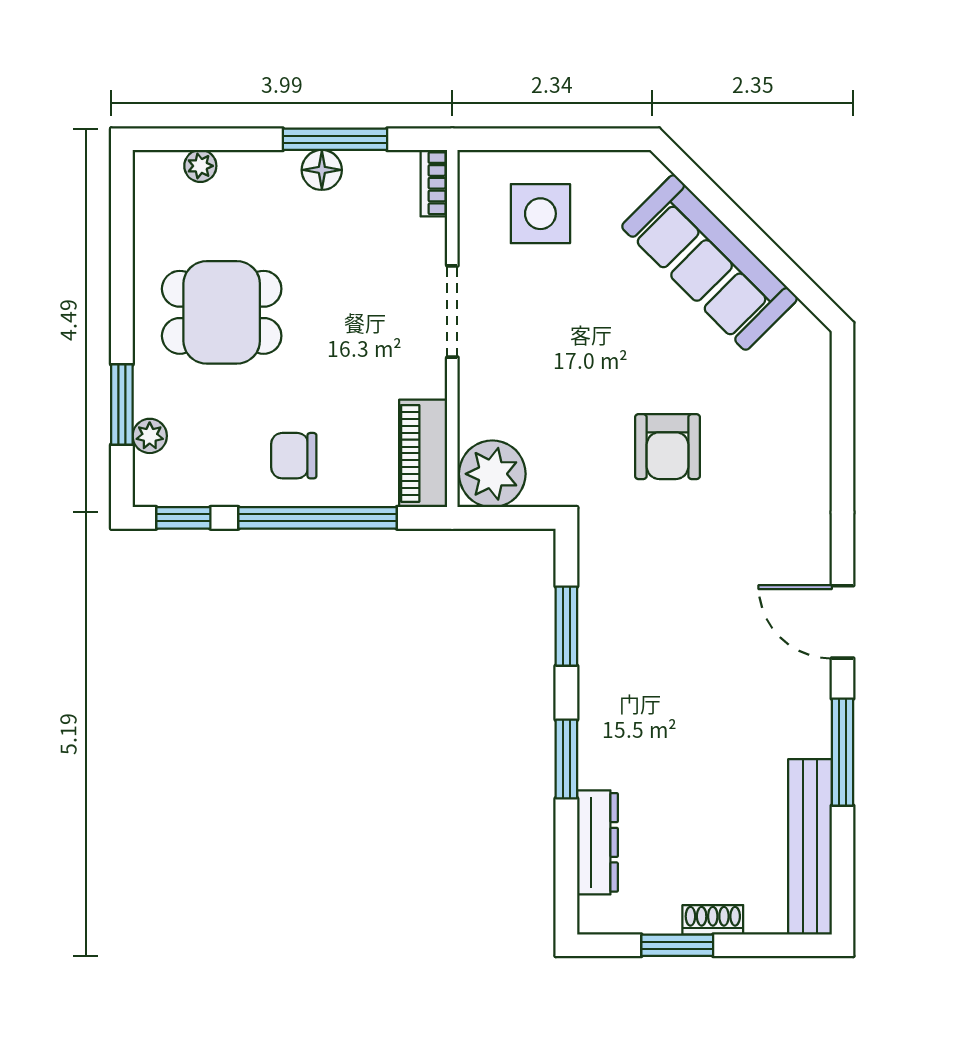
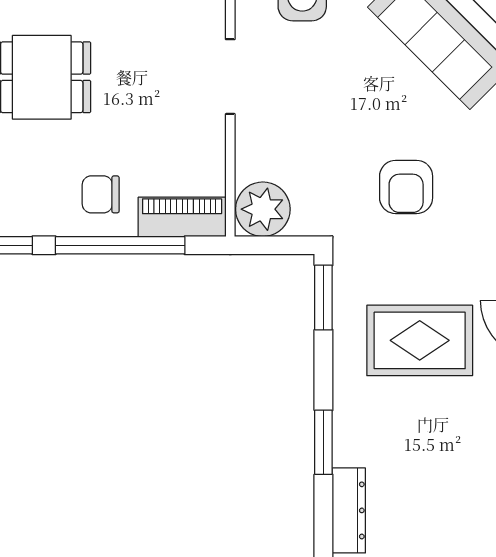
piano: (423, 453) -> (182, 217), moved, turned 90
window: (566, 626) -> (323, 297), moved
rug: (684, 634) -> (420, 340), added

